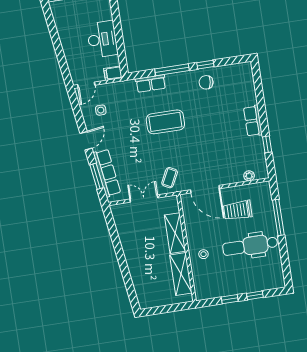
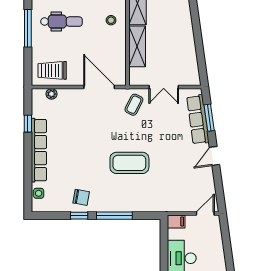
row of seats: (151, 83) -> (139, 205), removed
side table: (101, 110) -> (39, 193), moved
row of seats: (253, 121) -> (39, 150), width x2.02
trolley: (238, 210) -> (52, 70), moved, turned 180
window: (278, 217) -> (28, 28), moved
dental chair: (250, 246) -> (61, 22), width x0.73, depth x0.72

